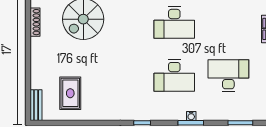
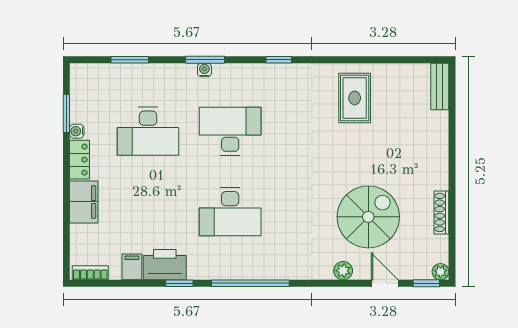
desk: (174, 23) -> (230, 212), turned 180
rug: (70, 93) -> (355, 98), moved

